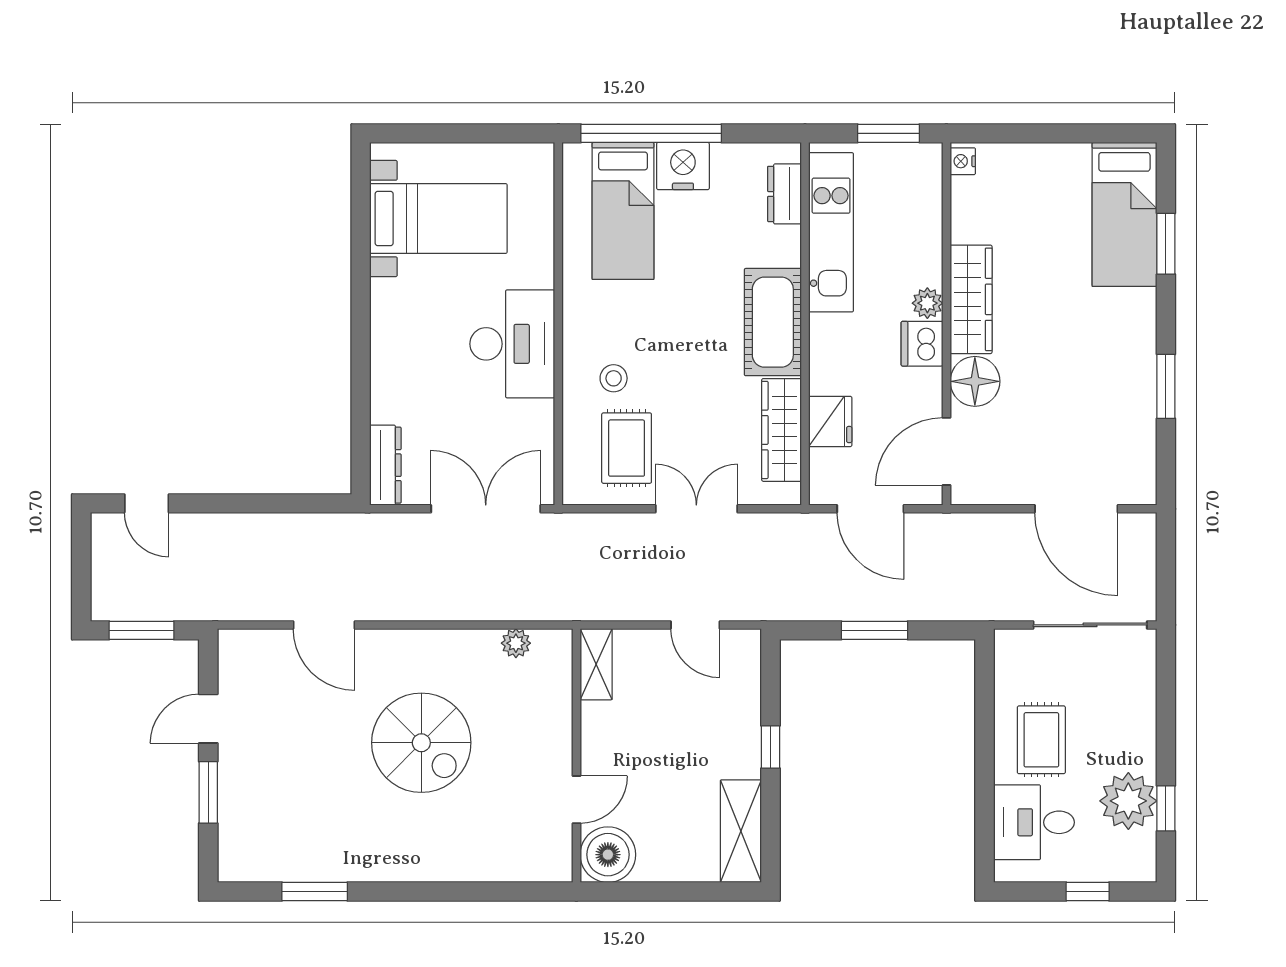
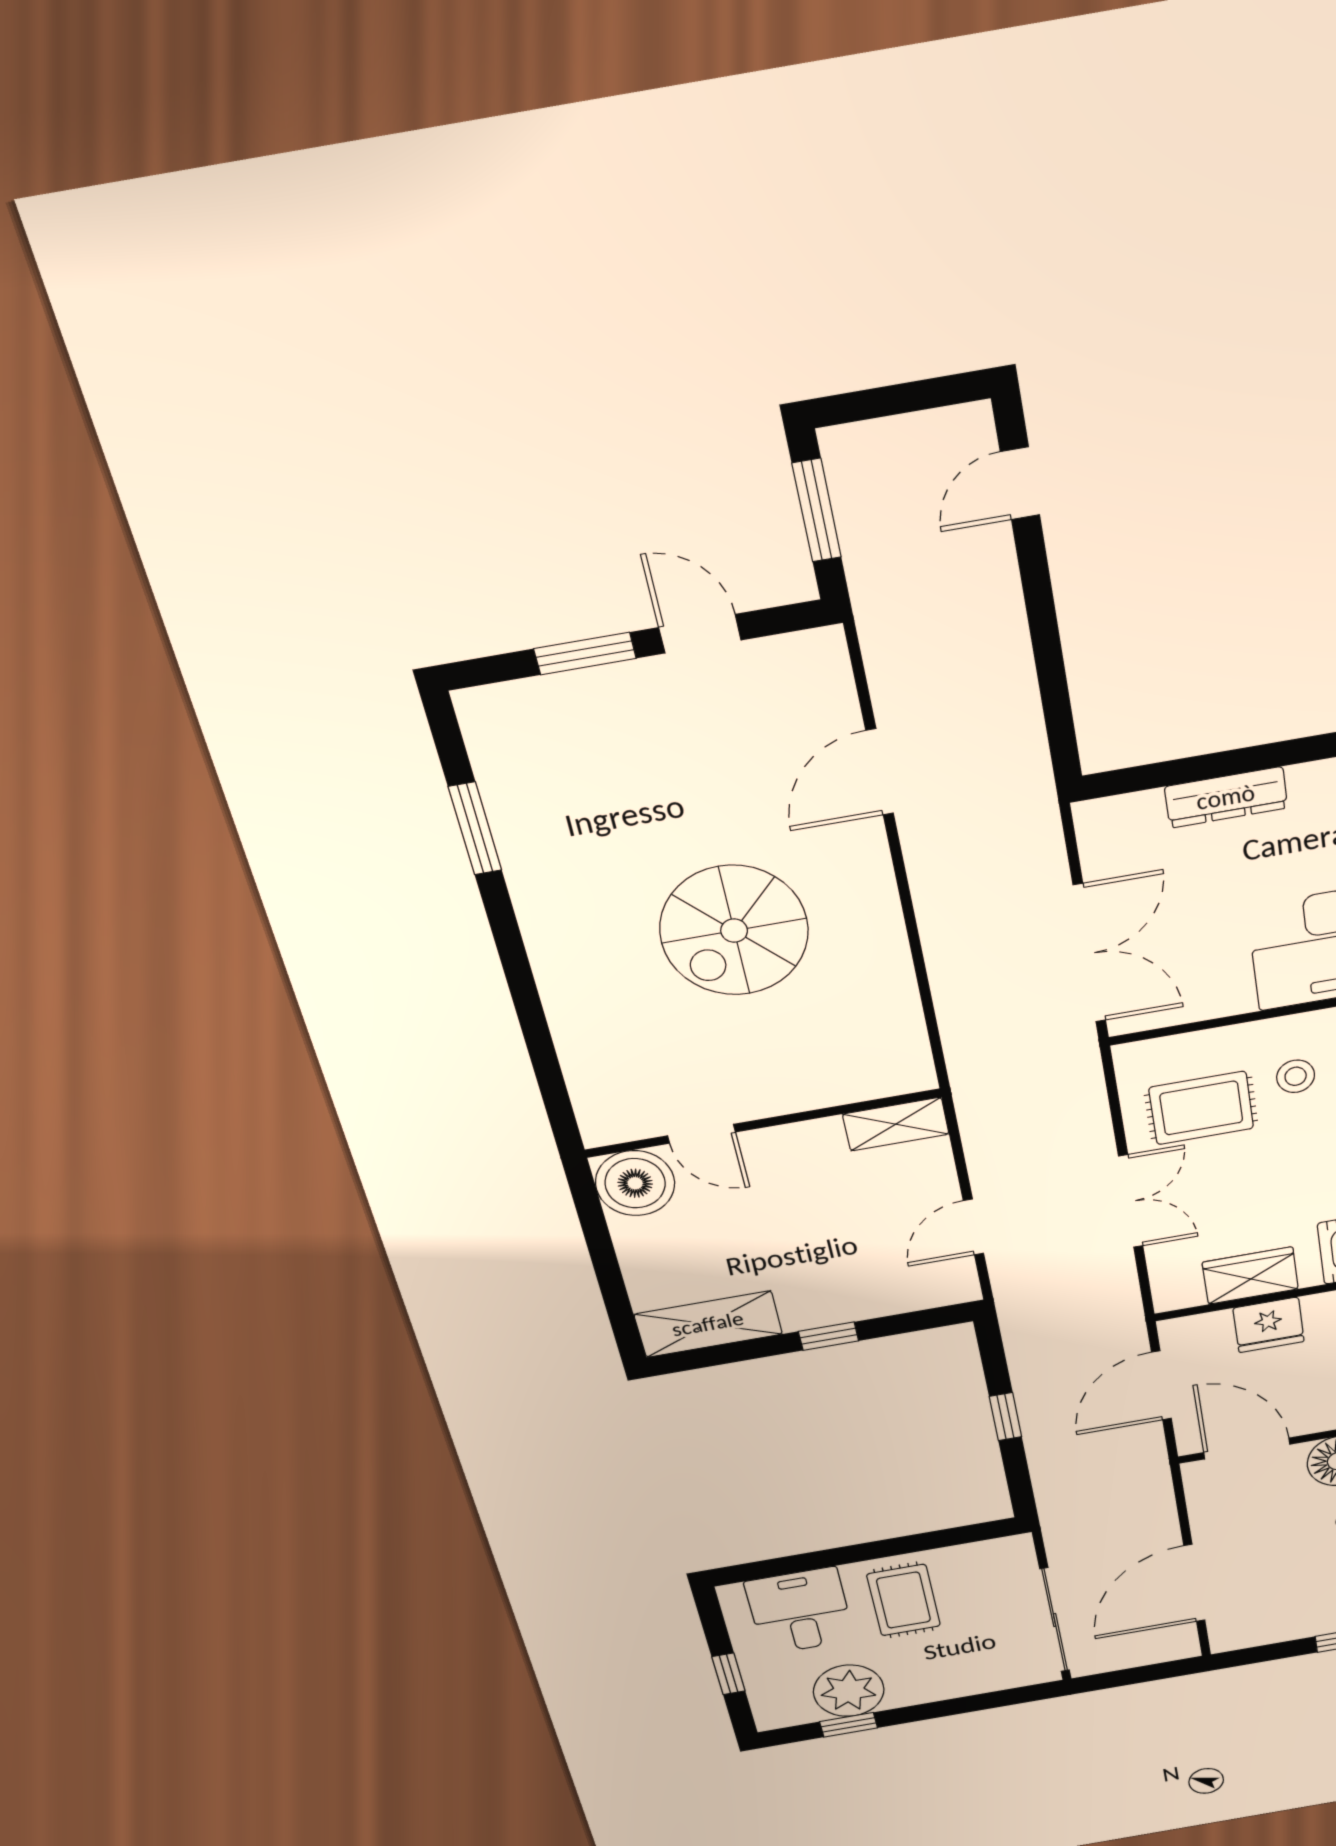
wardrobe: (782, 430) -> (1250, 1276), width x0.67
dresser: (385, 465) -> (1226, 797), moved
window: (875, 630) -> (1005, 1417), width x0.67
plant: (516, 643) -> (905, 1024), removed
rug: (1041, 740) -> (904, 1600), turned 90

